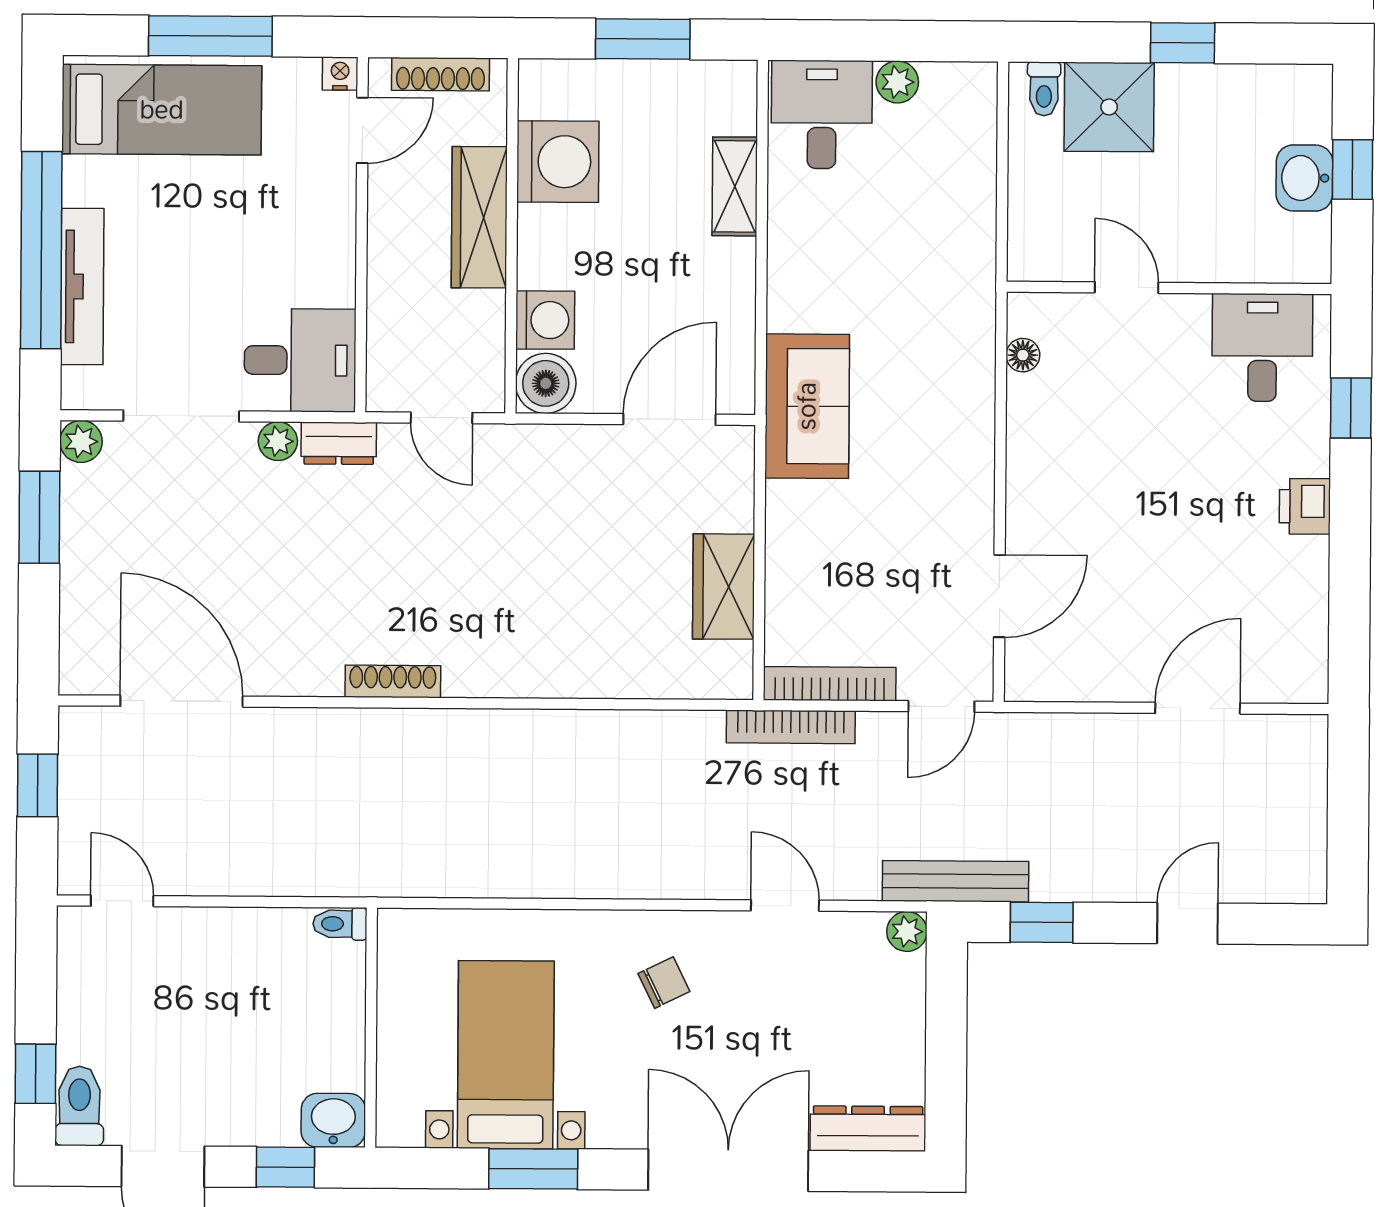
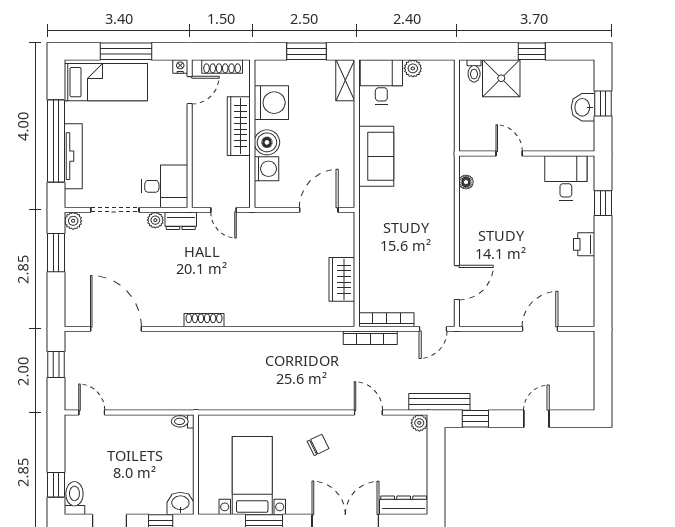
shelving: (735, 186) -> (345, 80), moved
boiler: (546, 383) -> (267, 142), moved
sofa: (807, 406) -> (376, 156), moved

